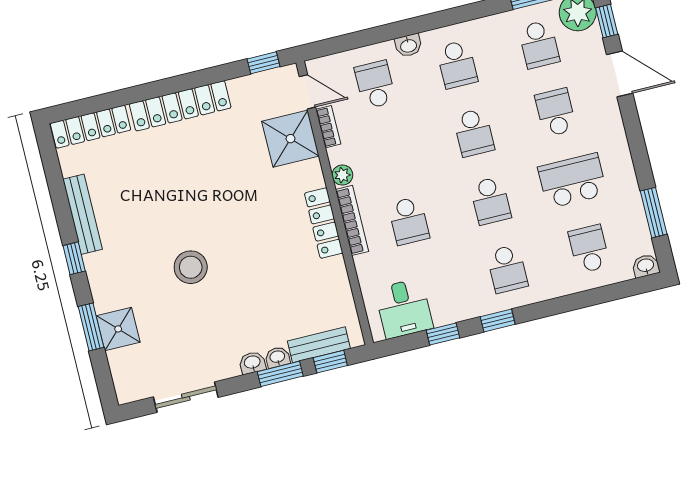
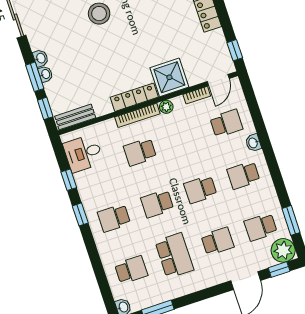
shower: (290, 139) -> (169, 77), moved
bench: (319, 345) -> (75, 117), moved, turned 90

